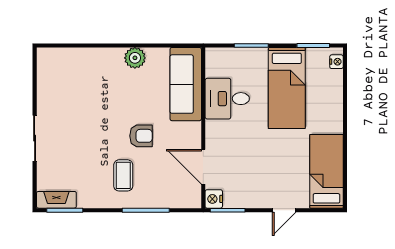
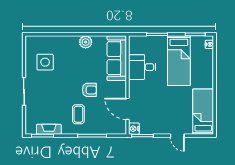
side table: (69, 91) -> (45, 62), added
fireplace: (56, 200) -> (49, 129), moved
door: (284, 210) -> (177, 136), hinge flipped

